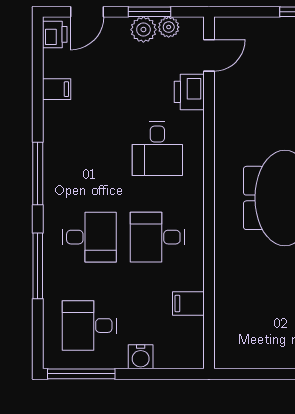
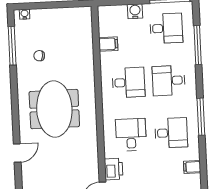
desk: (89, 149) -> (171, 133), added
window: (38, 266) -> (198, 45), moved

